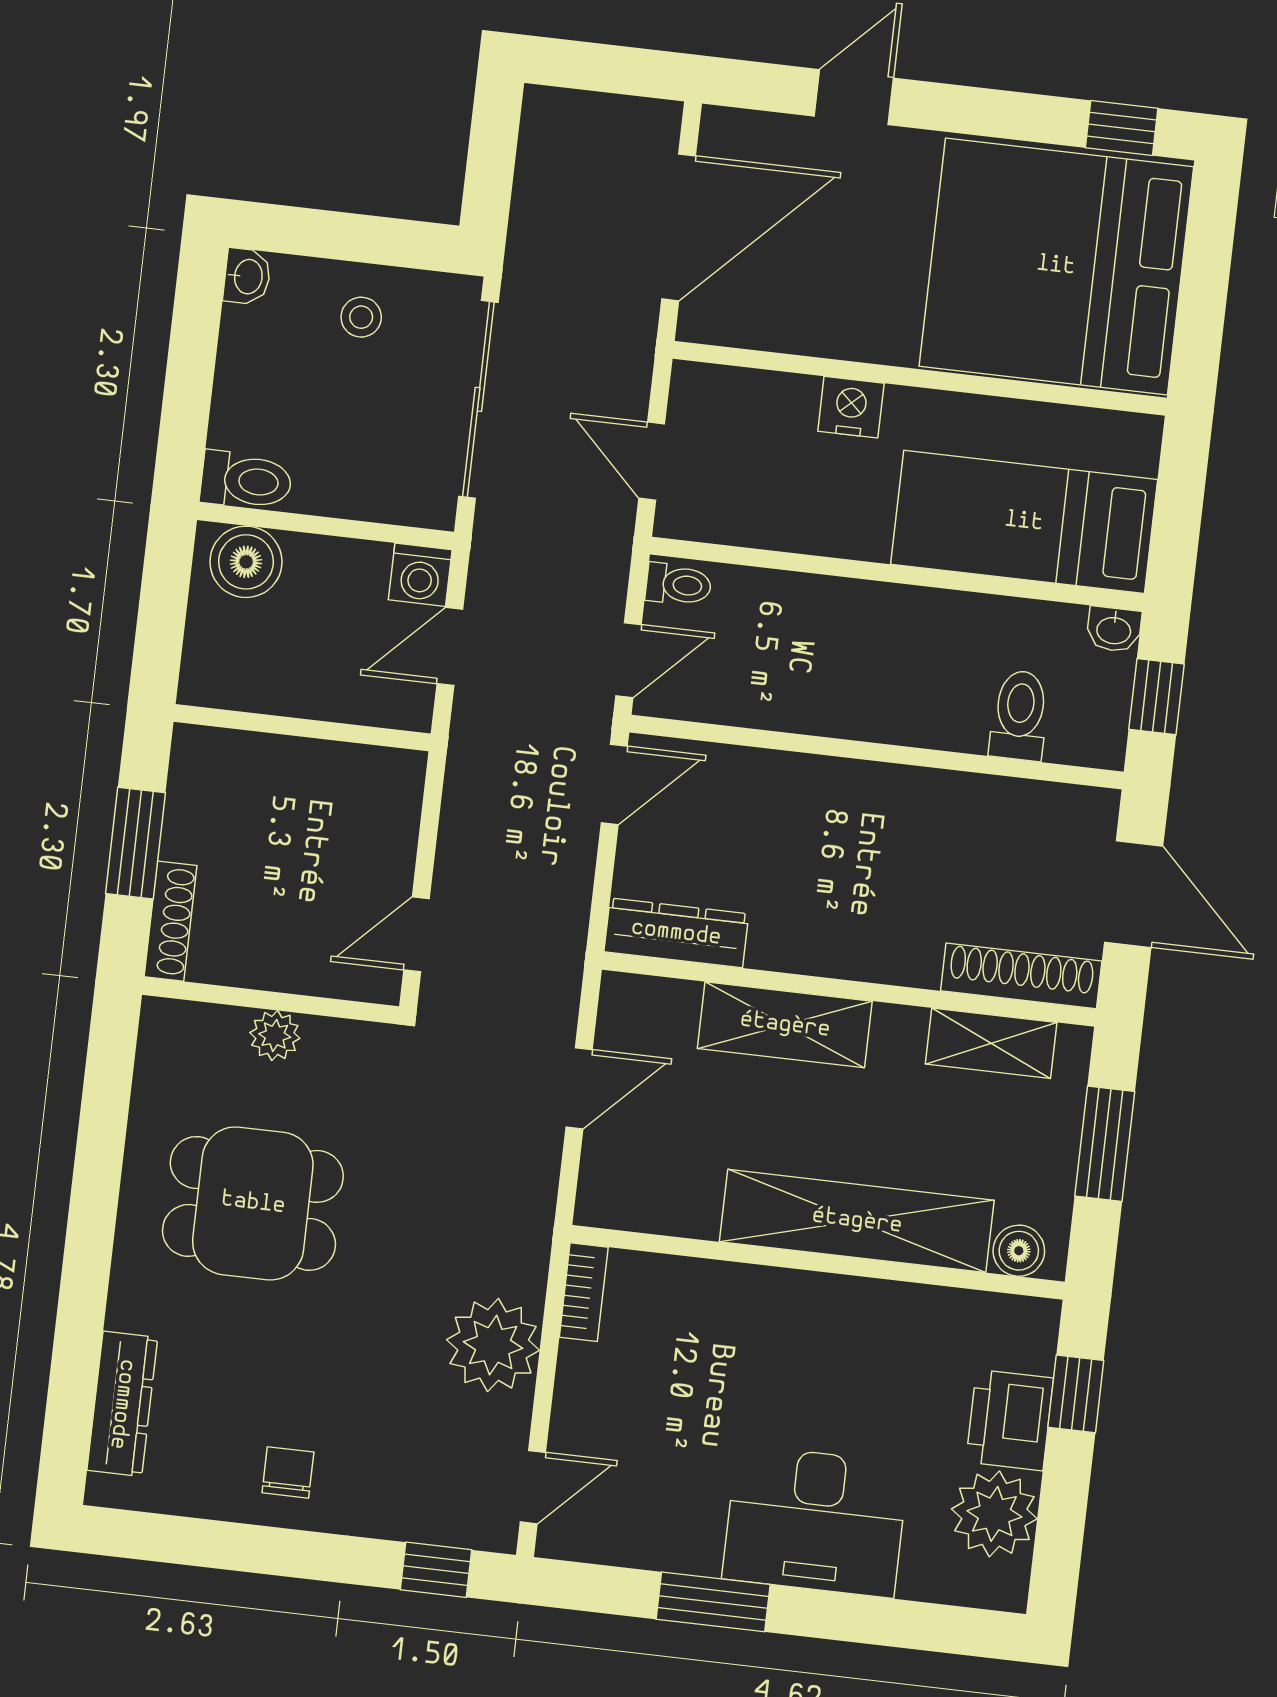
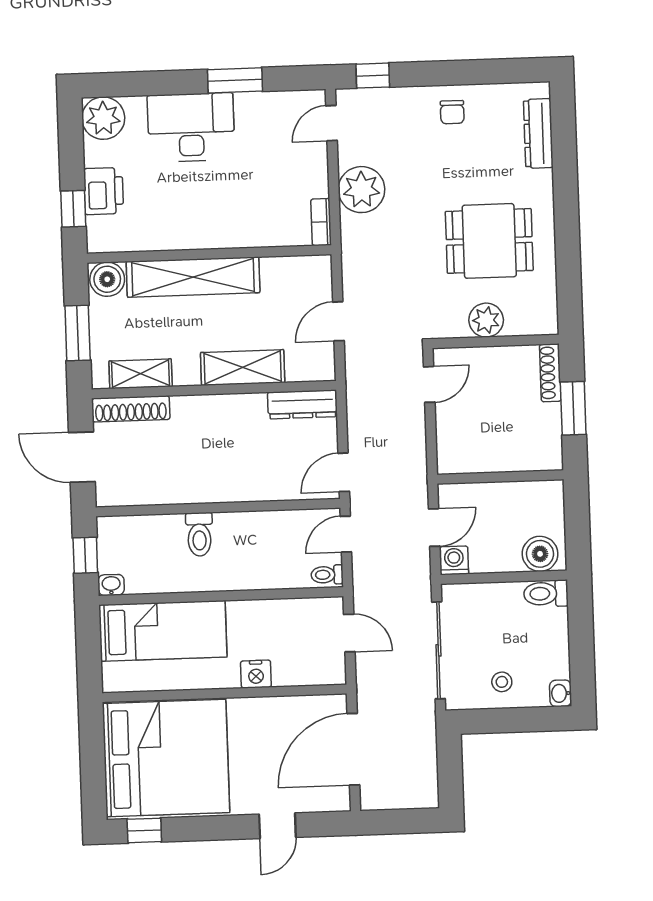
toilet: (1019, 715) -> (199, 534), moved
plant: (275, 1035) -> (486, 320), width x1.38, depth x1.38
boiler: (1019, 1251) -> (107, 279), width x1.36, depth x1.36
plant: (994, 1514) -> (103, 118), moved

